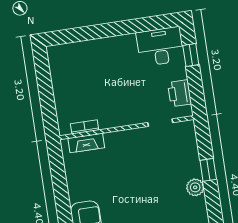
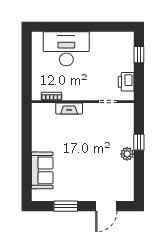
desk: (160, 47) -> (66, 49), moved, width x1.36, depth x1.30
fireplace: (86, 143) -> (69, 108), moved

